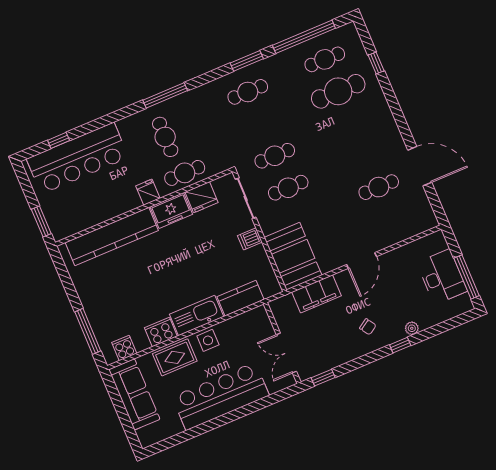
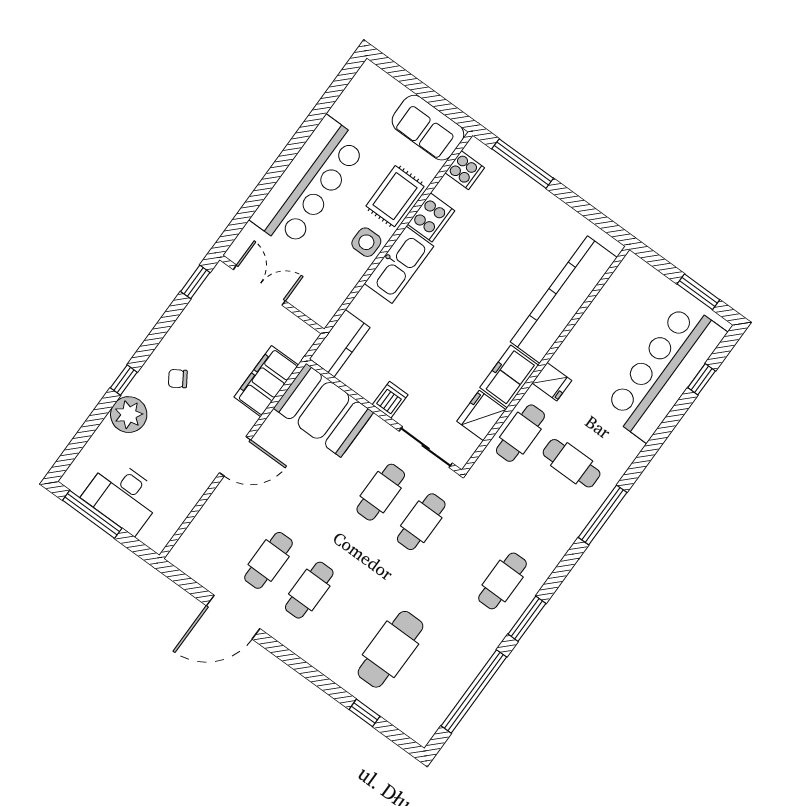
cafe table: (325, 59) -> (309, 590), moved
window: (41, 221) -> (698, 292), moved
door: (362, 261) -> (235, 456), swing flipped
kitchen counter: (241, 298) -> (340, 343), moved
plant: (412, 328) -> (129, 415), width x1.88, depth x1.88
sofa: (134, 394) -> (428, 128), width x0.73

